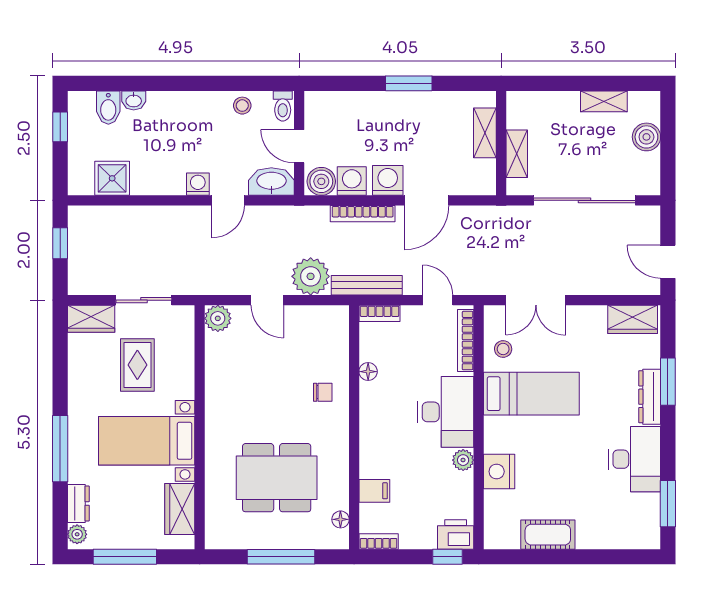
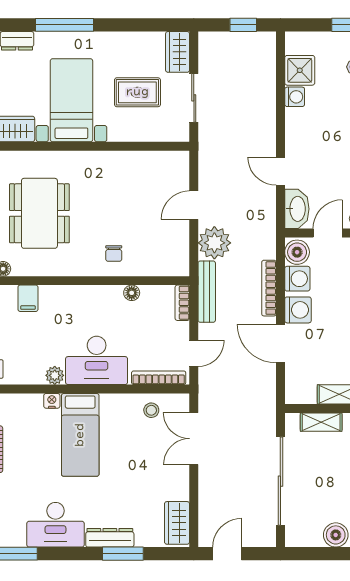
washing machine: (198, 184) -> (295, 97), moved
plant: (218, 318) -> (178, 162), removed
bed: (531, 394) -> (80, 435), moved
nightstand: (499, 472) -> (52, 401), width x0.53, depth x0.56

